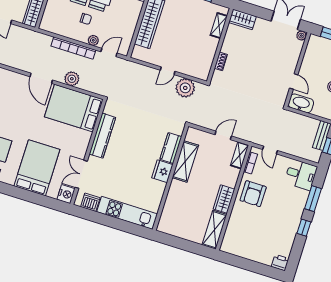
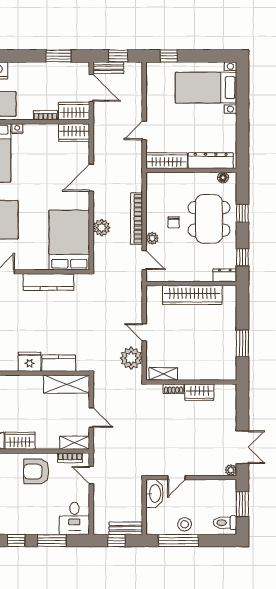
wardrobe: (242, 19) -> (199, 392), moved, turned -90
shelving: (219, 26) -> (163, 374), moved
door: (41, 78) -> (91, 178), moved
door: (270, 150) -> (91, 475), hinge flipped
shelving: (185, 161) -> (67, 384), moved

